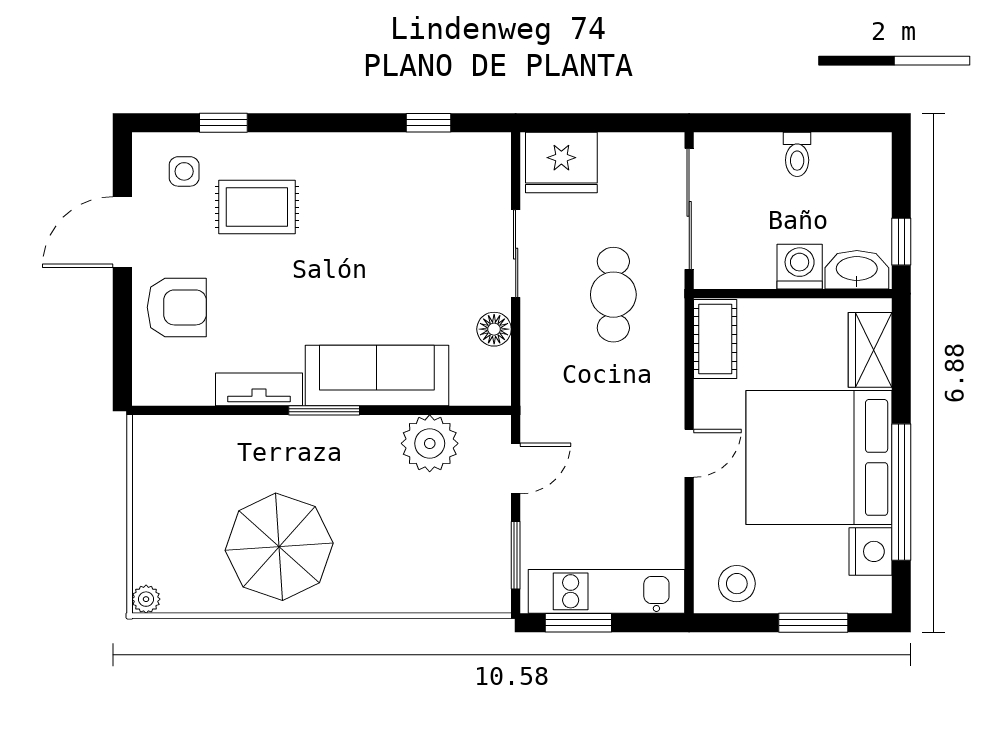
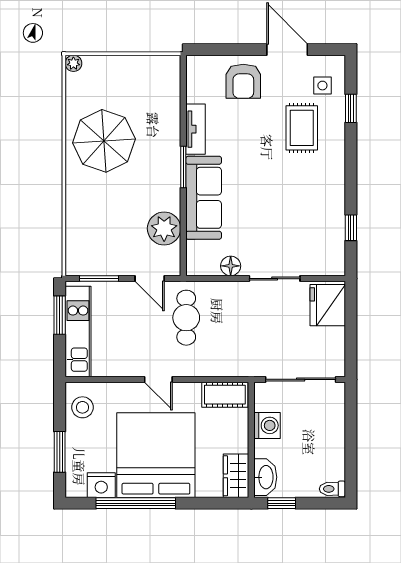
toilet: (797, 154) -> (332, 489), moved
washing machine: (800, 267) -> (267, 425), moved
cafe table: (613, 295) -> (186, 318), moved, turned 90
wardrobe: (870, 350) -> (236, 476), moved, turned -90

